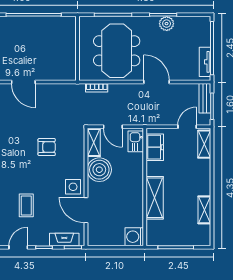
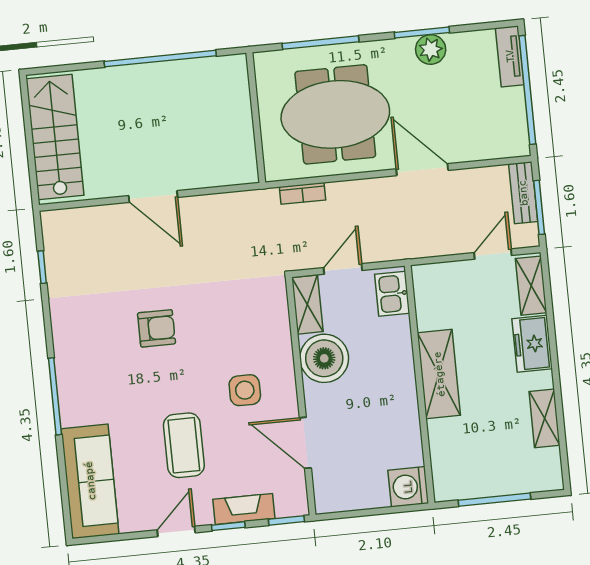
meeting table: (117, 51) -> (335, 114), turned 90
tv unit: (205, 62) -> (510, 56), moved
door: (113, 127) -> (343, 269), swing flipped
armchair: (47, 147) -> (156, 328), moved
freezer: (155, 147) -> (532, 344), moved, turned 180
side table: (73, 187) -> (245, 390), moved
shelving: (155, 198) -> (439, 374), moved
coffee table: (26, 205) -> (184, 445), width x1.36, depth x1.30
fireplace: (64, 240) -> (244, 509), moved

